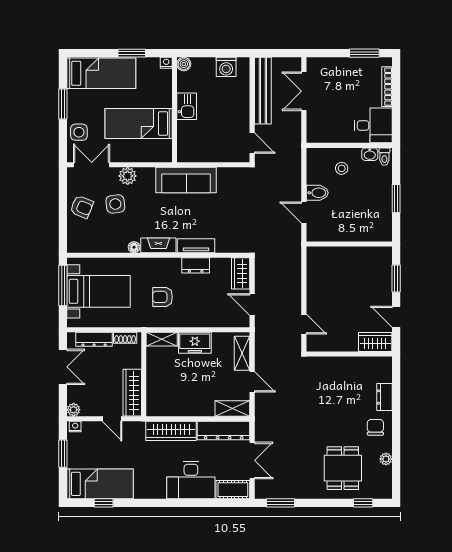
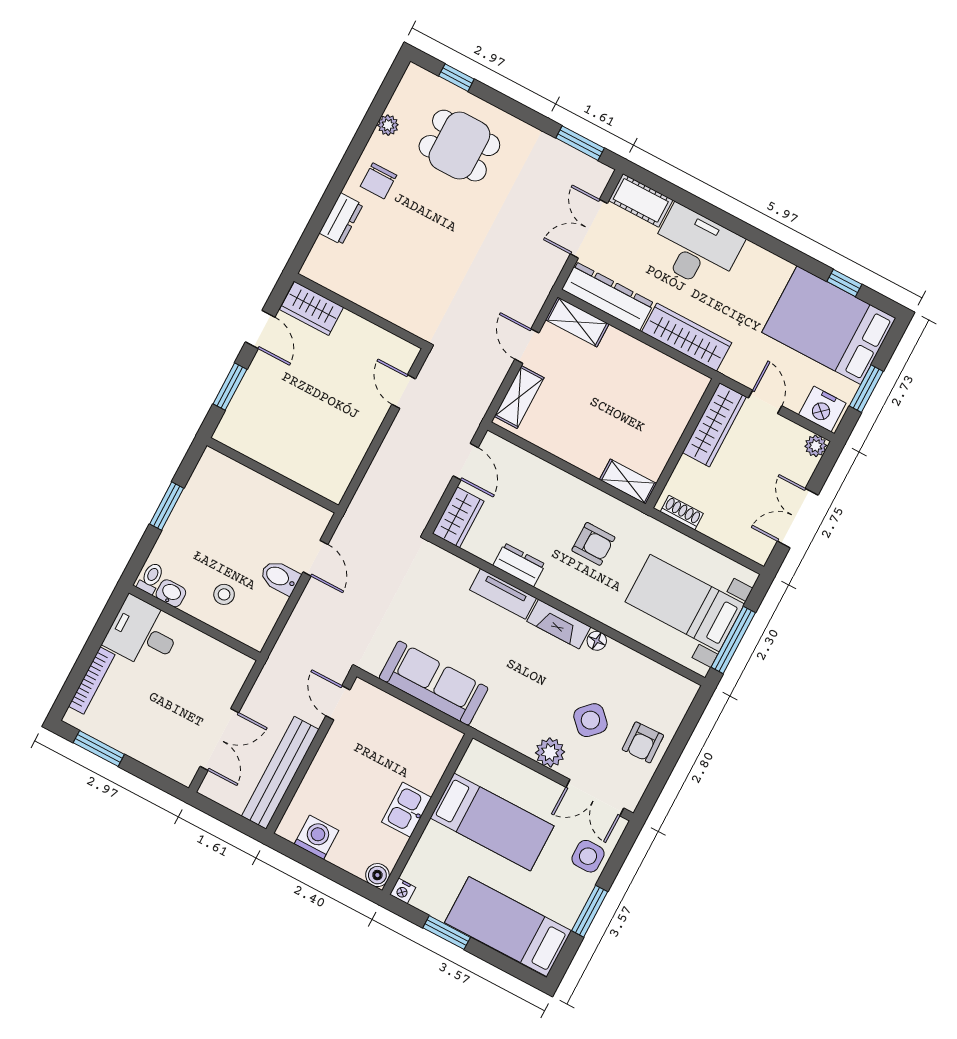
sofa: (186, 180) -> (434, 683), moved
side table: (115, 204) -> (590, 720), turned -38
armchair: (82, 207) -> (643, 742), turned -114
dresser: (94, 339) -> (729, 535), removed
freezer: (195, 343) -> (582, 450), removed
nightstand: (75, 427) -> (822, 409), width x1.89, depth x1.79
dining table: (343, 468) -> (459, 146), turned 90
bed: (100, 484) -> (829, 325), width x1.50

